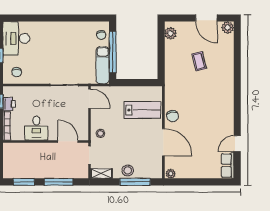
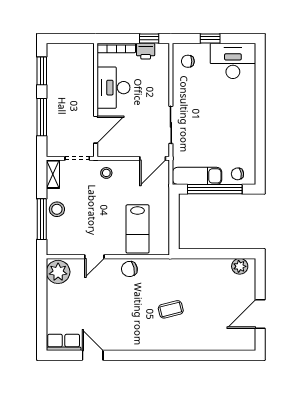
plant: (228, 28) -> (247, 342), removed
coffee table: (199, 61) -> (171, 309), moved
desk: (36, 128) -> (113, 88), width x1.37
door: (163, 142) -> (94, 257), width x0.53
plant: (171, 174) -> (58, 272), width x1.87, depth x1.87

